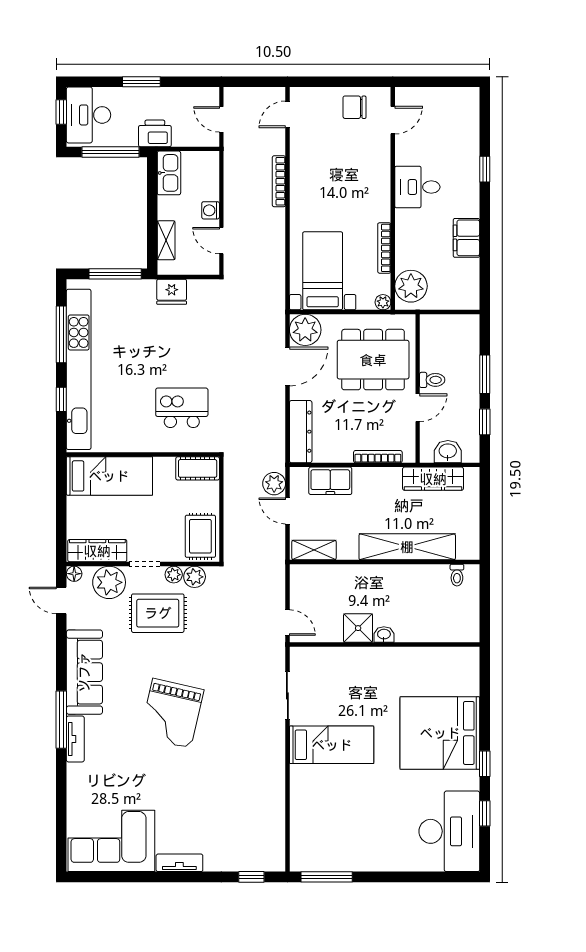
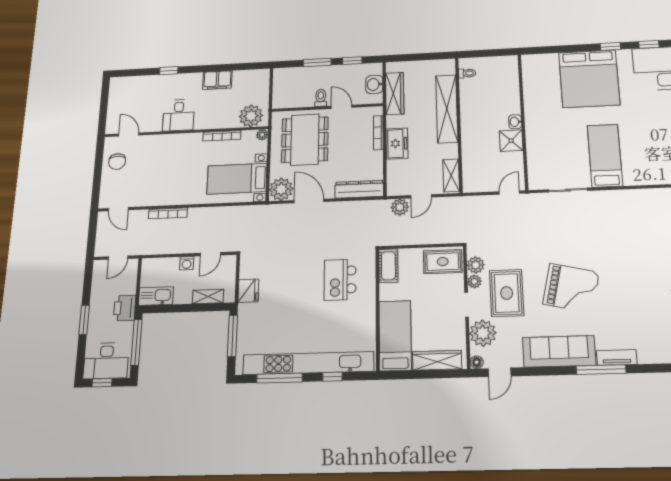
freezer: (330, 481) -> (397, 144), moved
wardrobe: (97, 551) -> (437, 360), moved, turned 90
grand piano: (172, 713) -> (571, 288), moved

